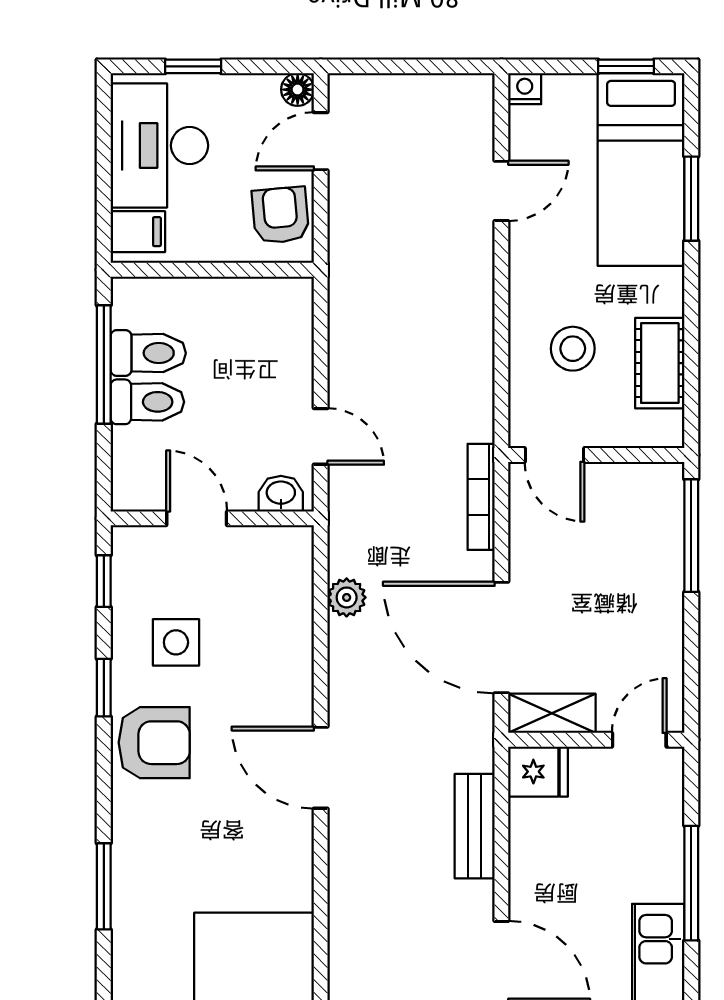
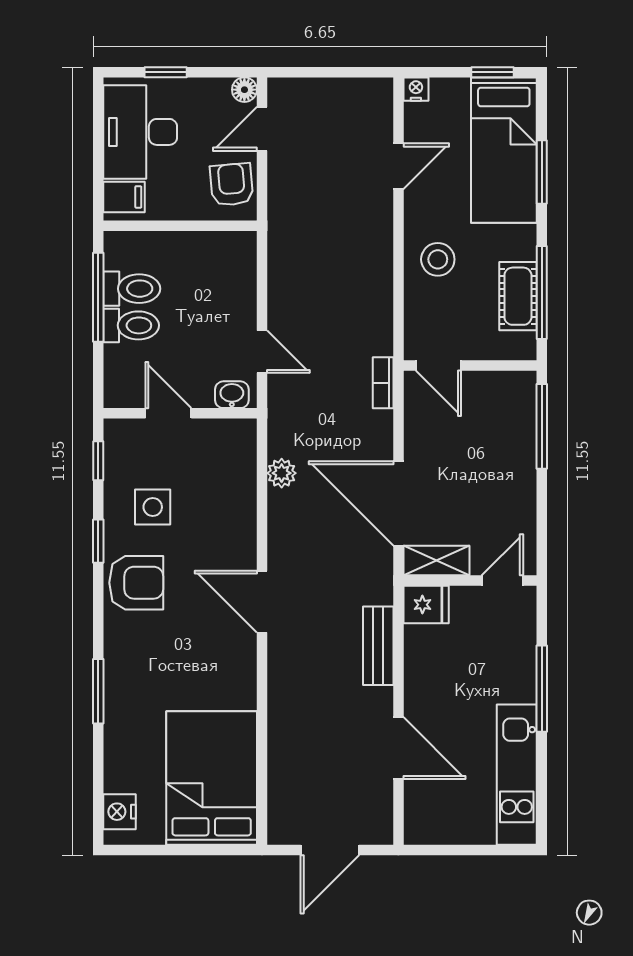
stool: (573, 349) -> (438, 259), moved
window: (691, 358) -> (542, 292), added
bookcase: (481, 497) -> (383, 383), width x0.64

